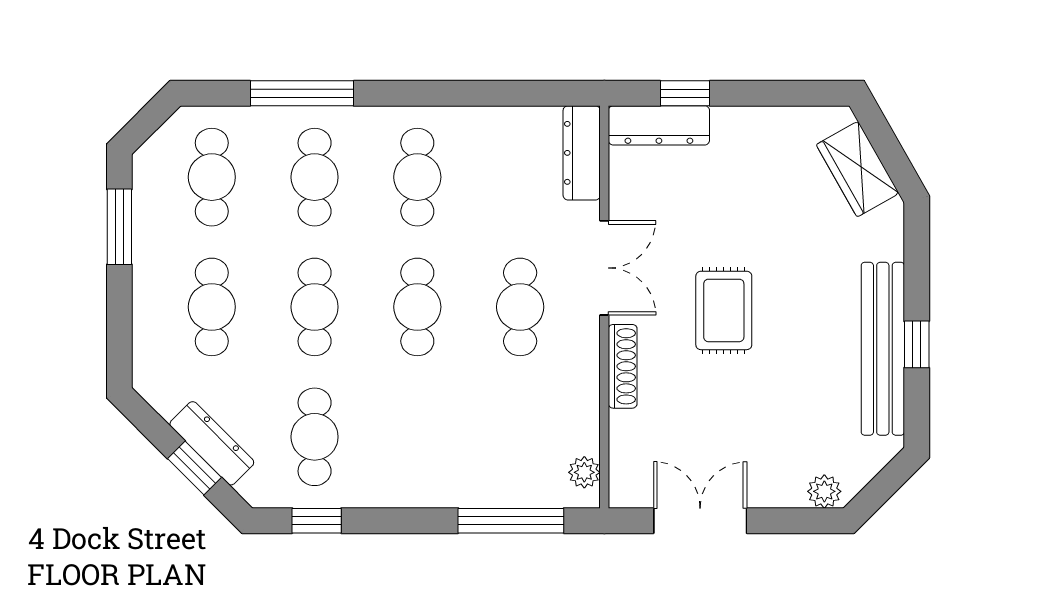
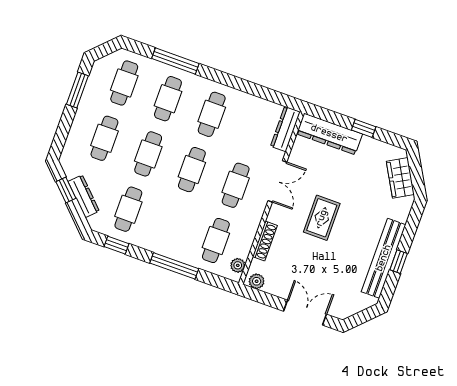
window: (685, 93) -> (364, 128), moved
dresser: (659, 125) -> (329, 134), width x1.37, depth x1.24
shoe rack: (623, 366) -> (265, 241), moved
cafe table: (520, 437) -> (216, 240), added
window: (195, 468) -> (66, 190), moved
plant: (824, 491) -> (257, 281), moved
window: (511, 521) -> (174, 266), moved
double door: (700, 521) -> (305, 313), moved

